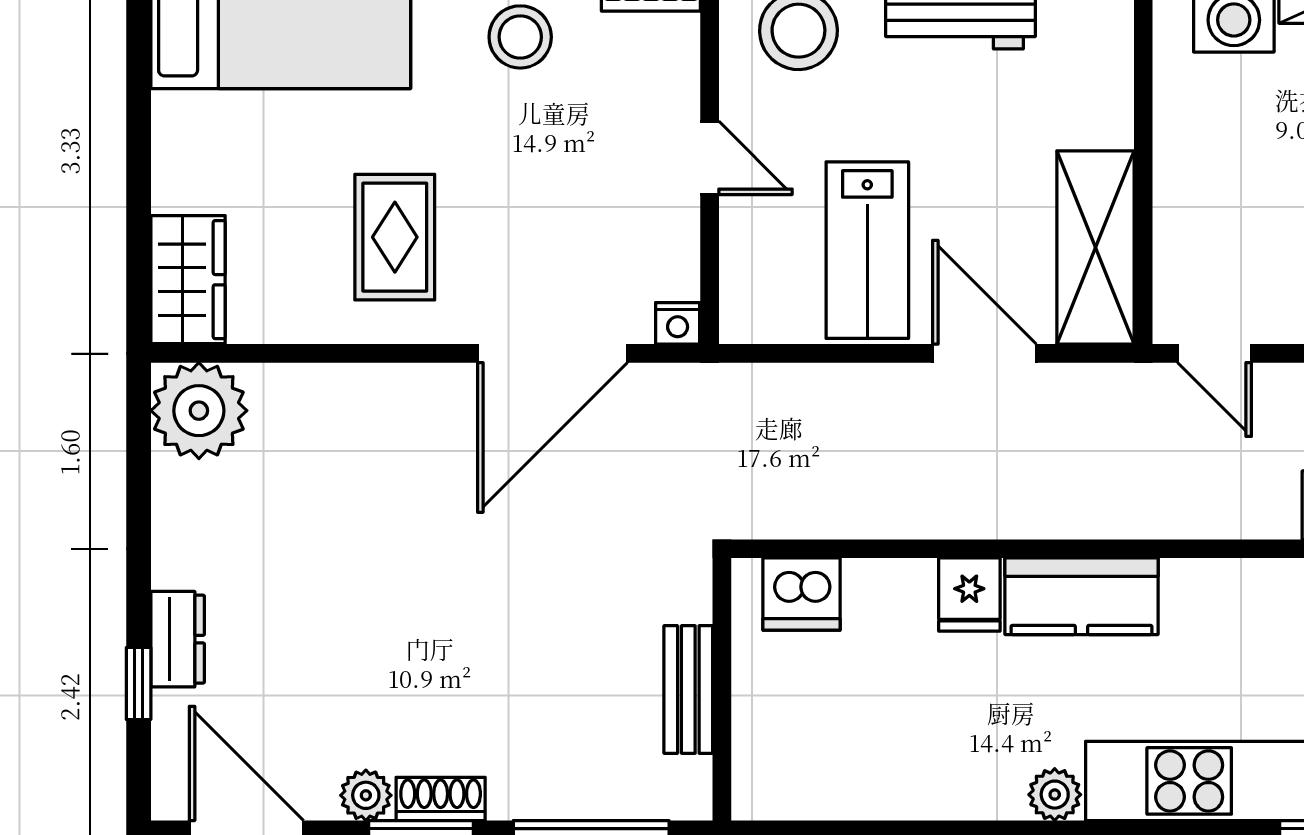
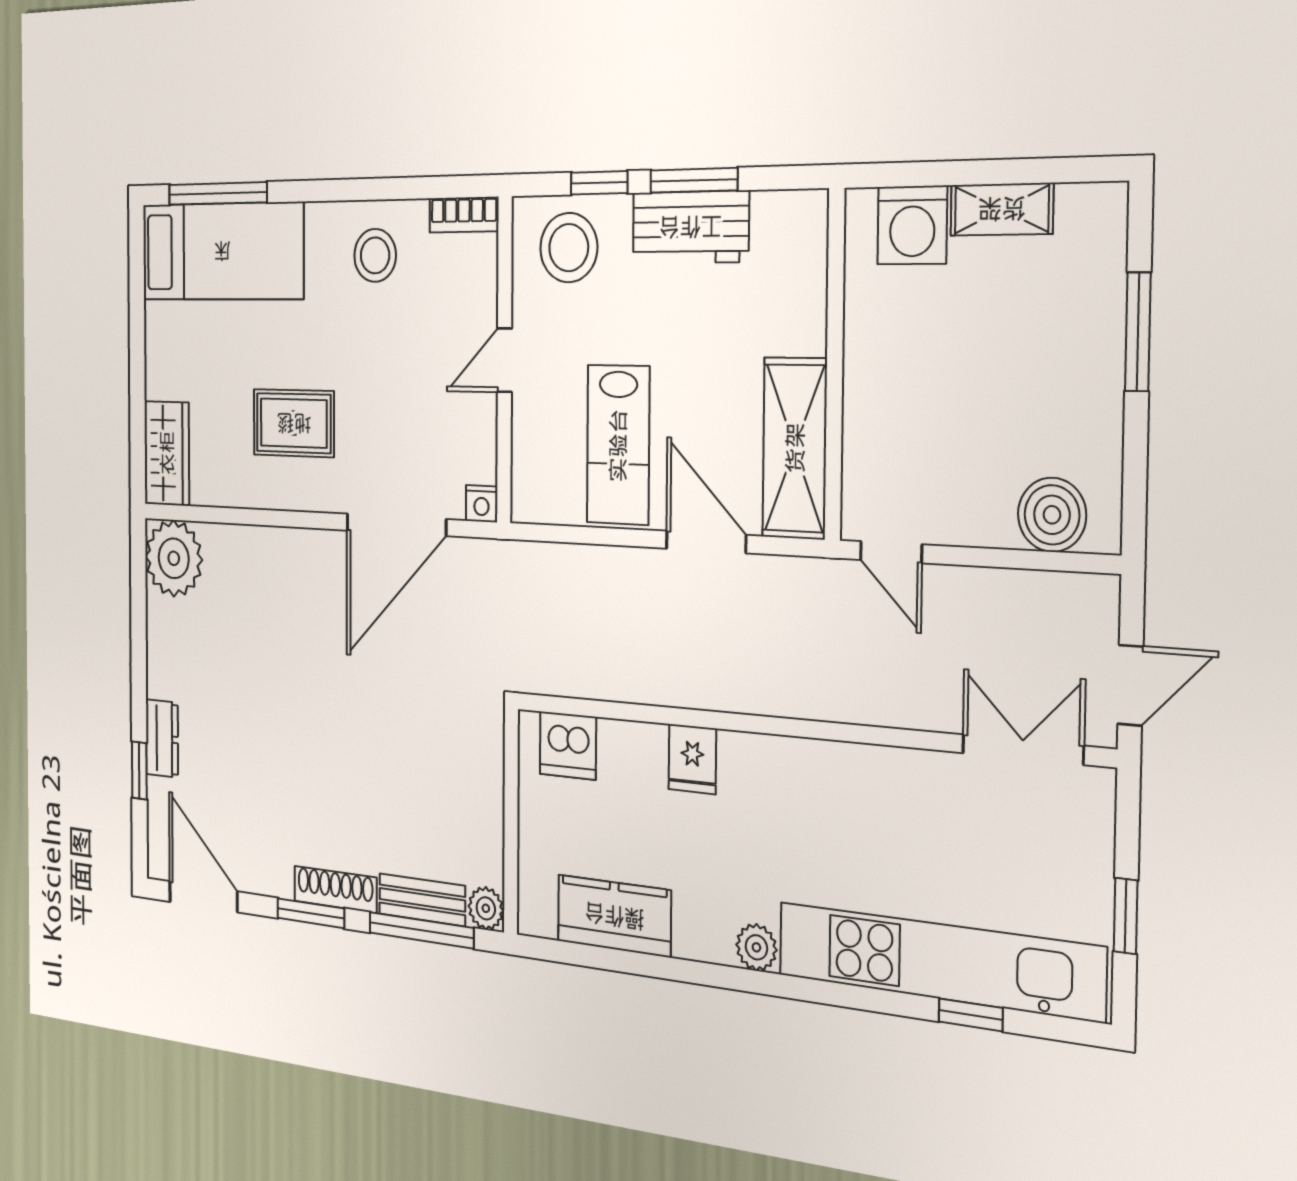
door: (710, 158) -> (504, 360), swing flipped
rug: (395, 237) -> (294, 423), turned 90
kitchen counter: (1081, 596) -> (614, 916), moved, turned 180
bench: (688, 690) -> (422, 900), moved, turned 90
plant: (366, 795) -> (486, 908), moved
shoe rack: (441, 799) -> (335, 889), width x1.43

